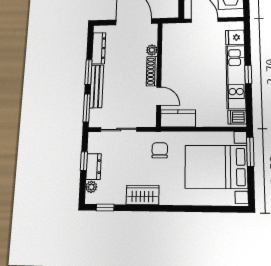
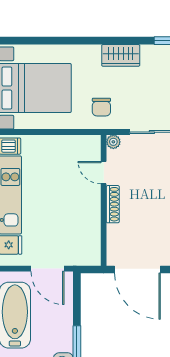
plant: (152, 50) -> (113, 142), moved
kitchen counter: (178, 118) -> (80, 145), removed

